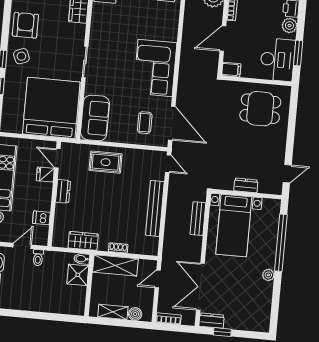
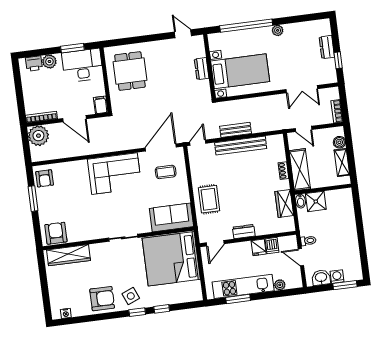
armchair: (25, 25) -> (102, 299), turned 180
fridge: (45, 175) -> (259, 247), moved
bench: (198, 219) -> (236, 130), moved
double door: (200, 287) -> (302, 89), width x0.73
dresser: (212, 321) -> (327, 47), moved

